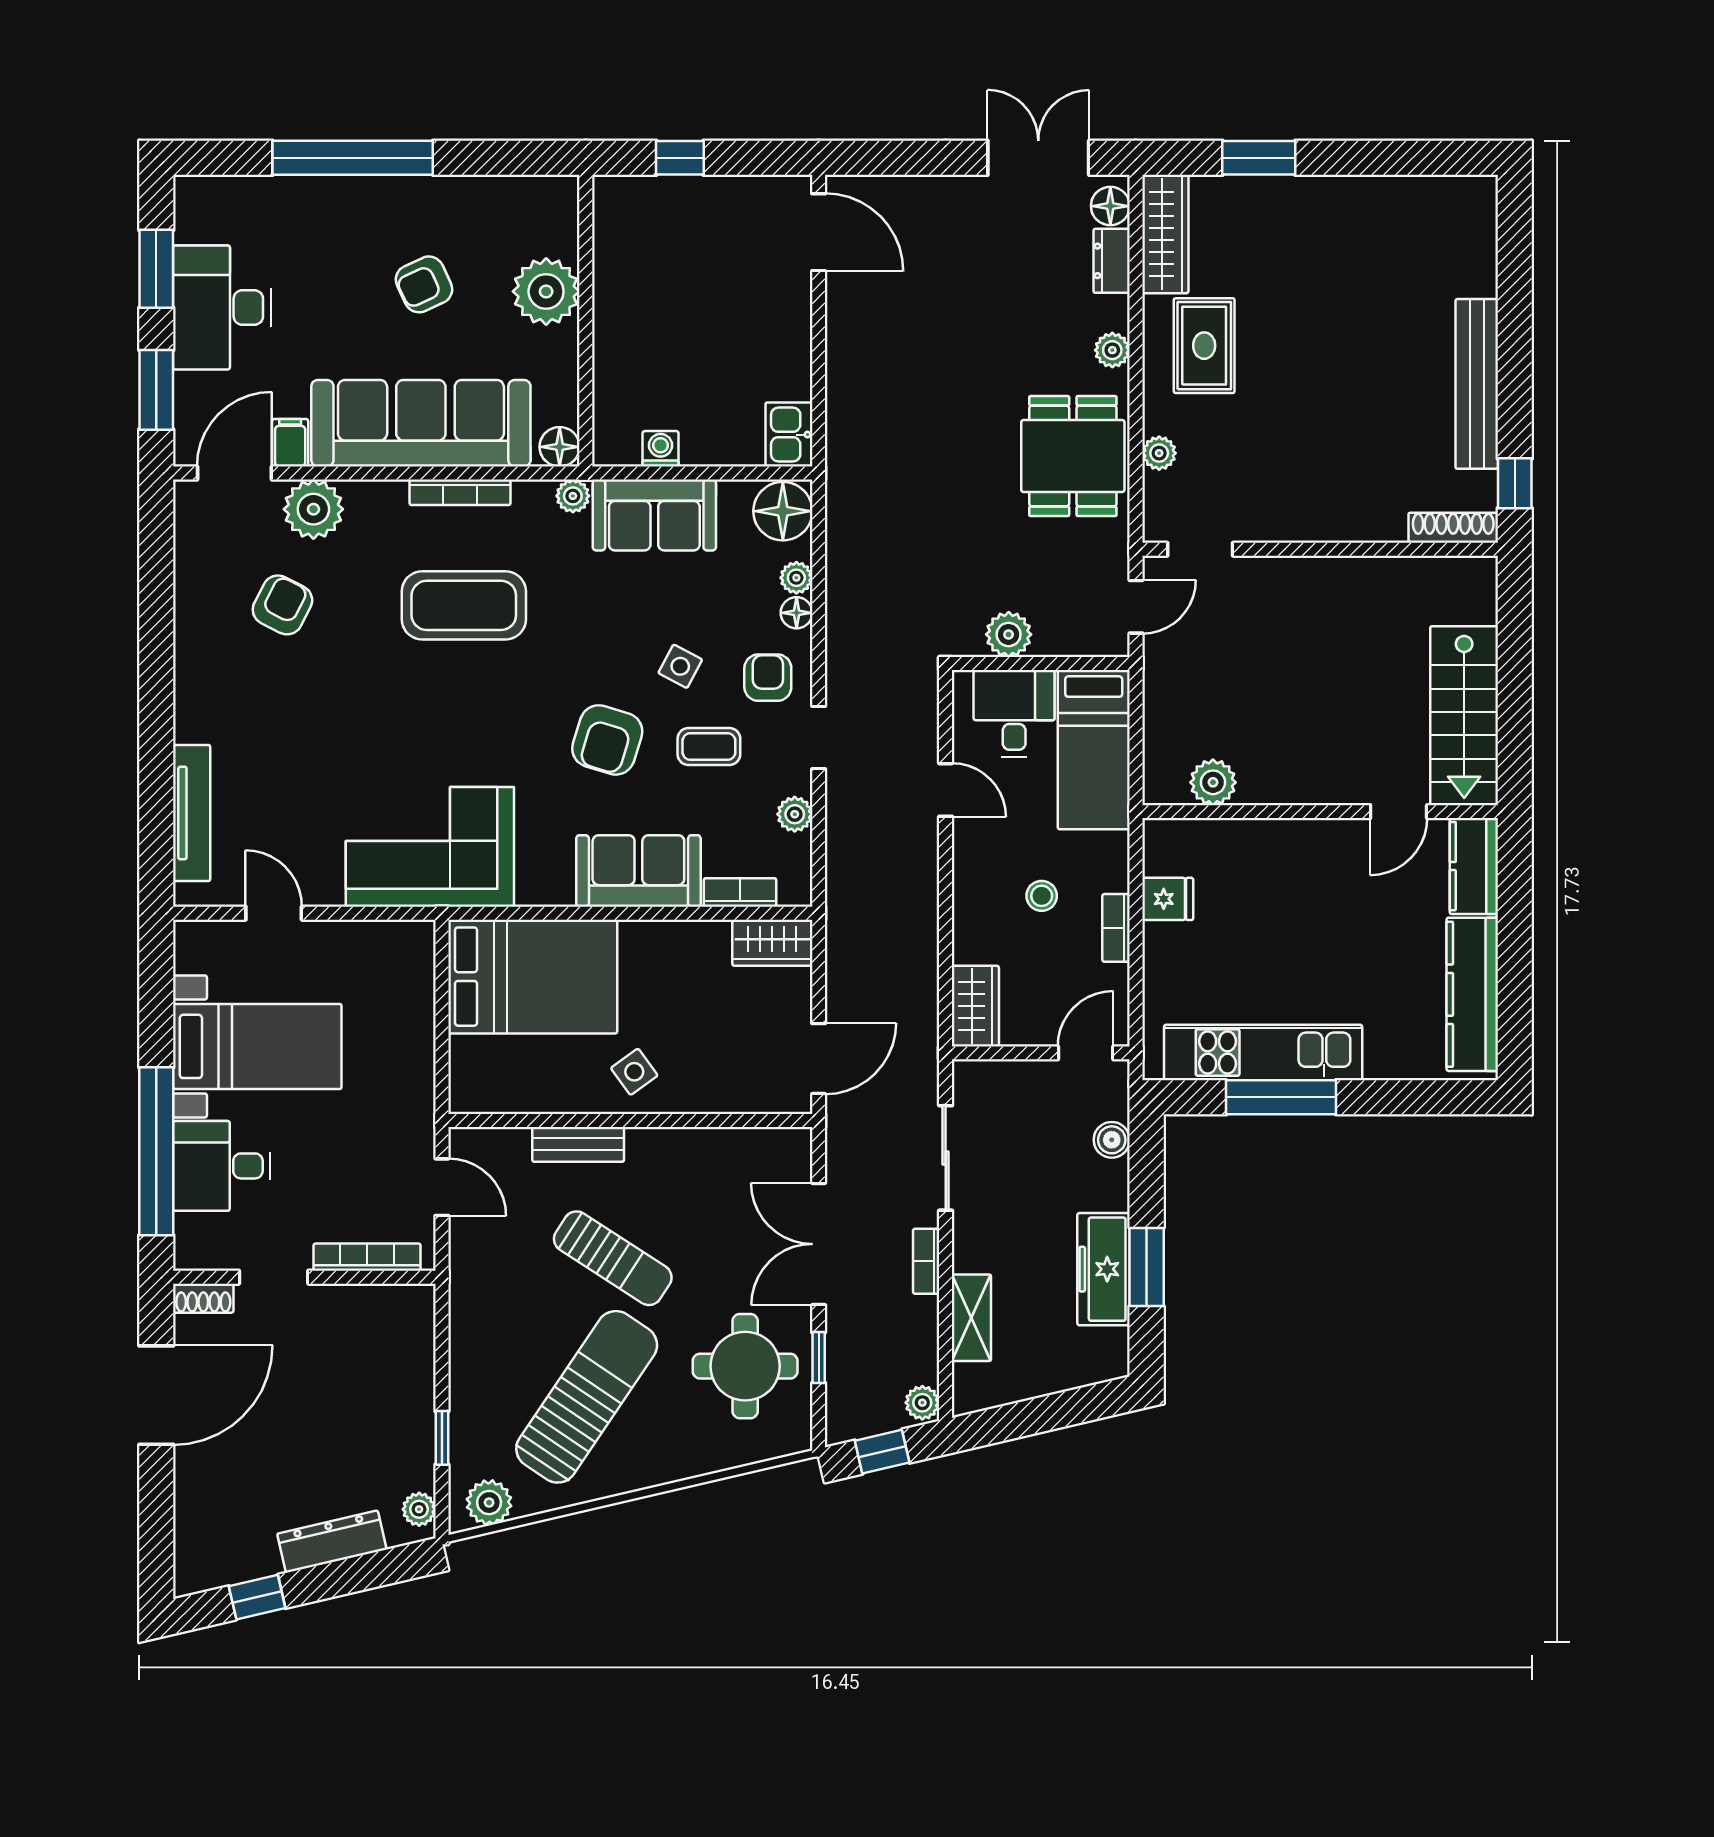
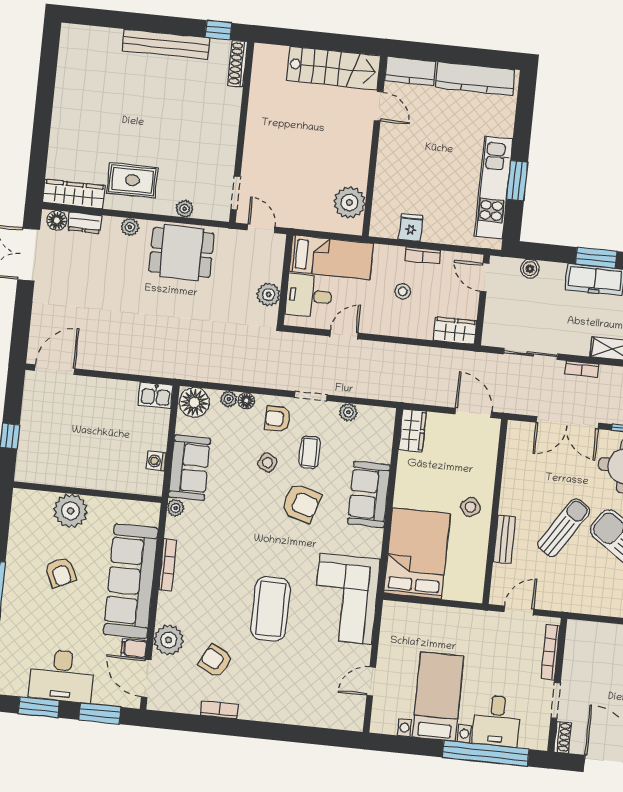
window: (1259, 158) -> (40, 143), removed
floor lamp: (560, 447) -> (150, 512), removed
coffee table: (464, 605) -> (271, 609), moved
plant: (1213, 782) -> (349, 202), width x1.36, depth x1.36
tv unit: (192, 813) -> (316, 718), removed
bookcase: (740, 892) -> (219, 710), moved, turned 90
window: (1281, 1097) -> (517, 181), width x0.69

